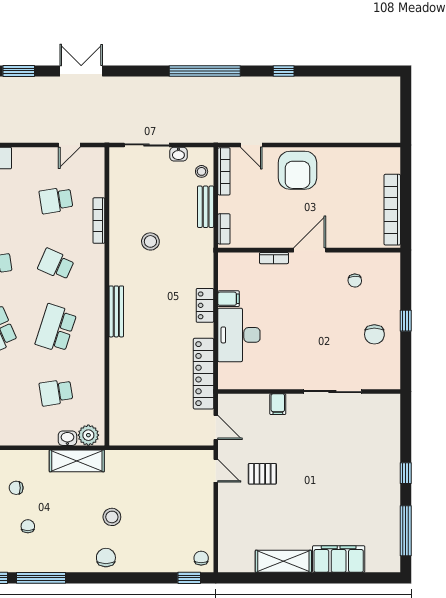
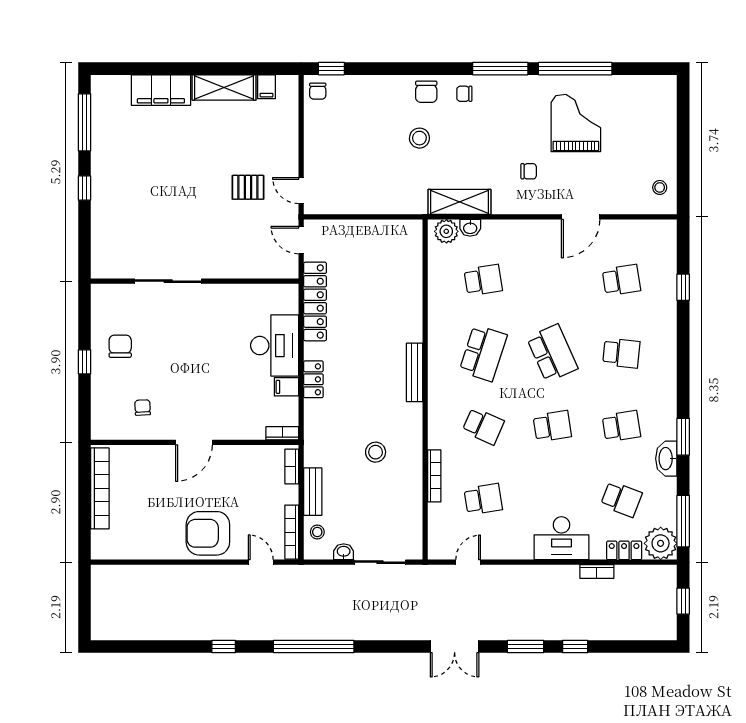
armchair: (297, 170) -> (208, 533), turned -90
bookcase: (274, 258) -> (282, 433), moved
filing cabinet: (278, 404) -> (267, 87), moved, turned 180
chair: (28, 526) -> (464, 94), moved, turned 90

